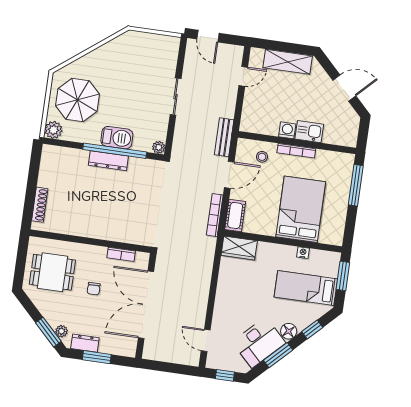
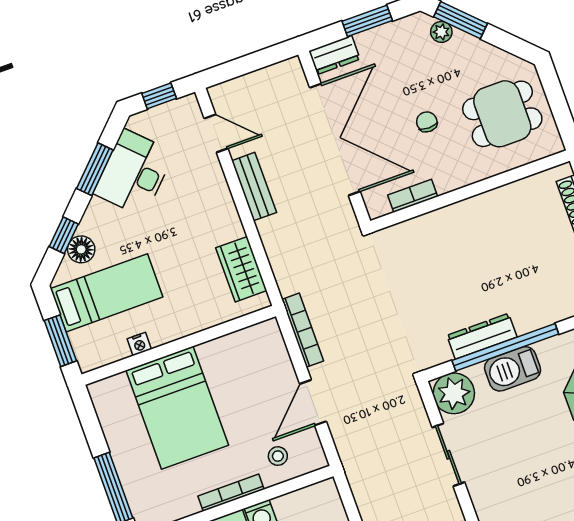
sliding door: (176, 97) -> (448, 455), moved
bench: (224, 137) -> (254, 187), moved
plant: (159, 147) -> (454, 393), width x1.88, depth x1.88
dresser: (108, 161) -> (482, 336), moved
cot: (235, 215) -> (271, 346), removed
wardrobe: (239, 248) -> (241, 269), moved, turned -90
floor lamp: (289, 331) -> (81, 249), moved
dresser: (85, 343) -> (334, 55), moved

